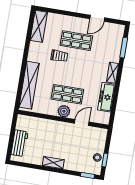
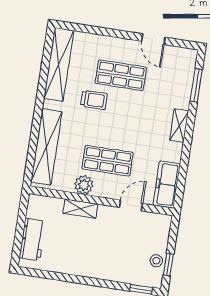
door: (97, 18) -> (153, 39), hinge flipped
shelving: (39, 26) -> (59, 64), width x1.47
freezer: (106, 97) -> (167, 185), moved
plant: (64, 111) -> (84, 185), moved
shelving: (53, 163) -> (80, 209), moved

